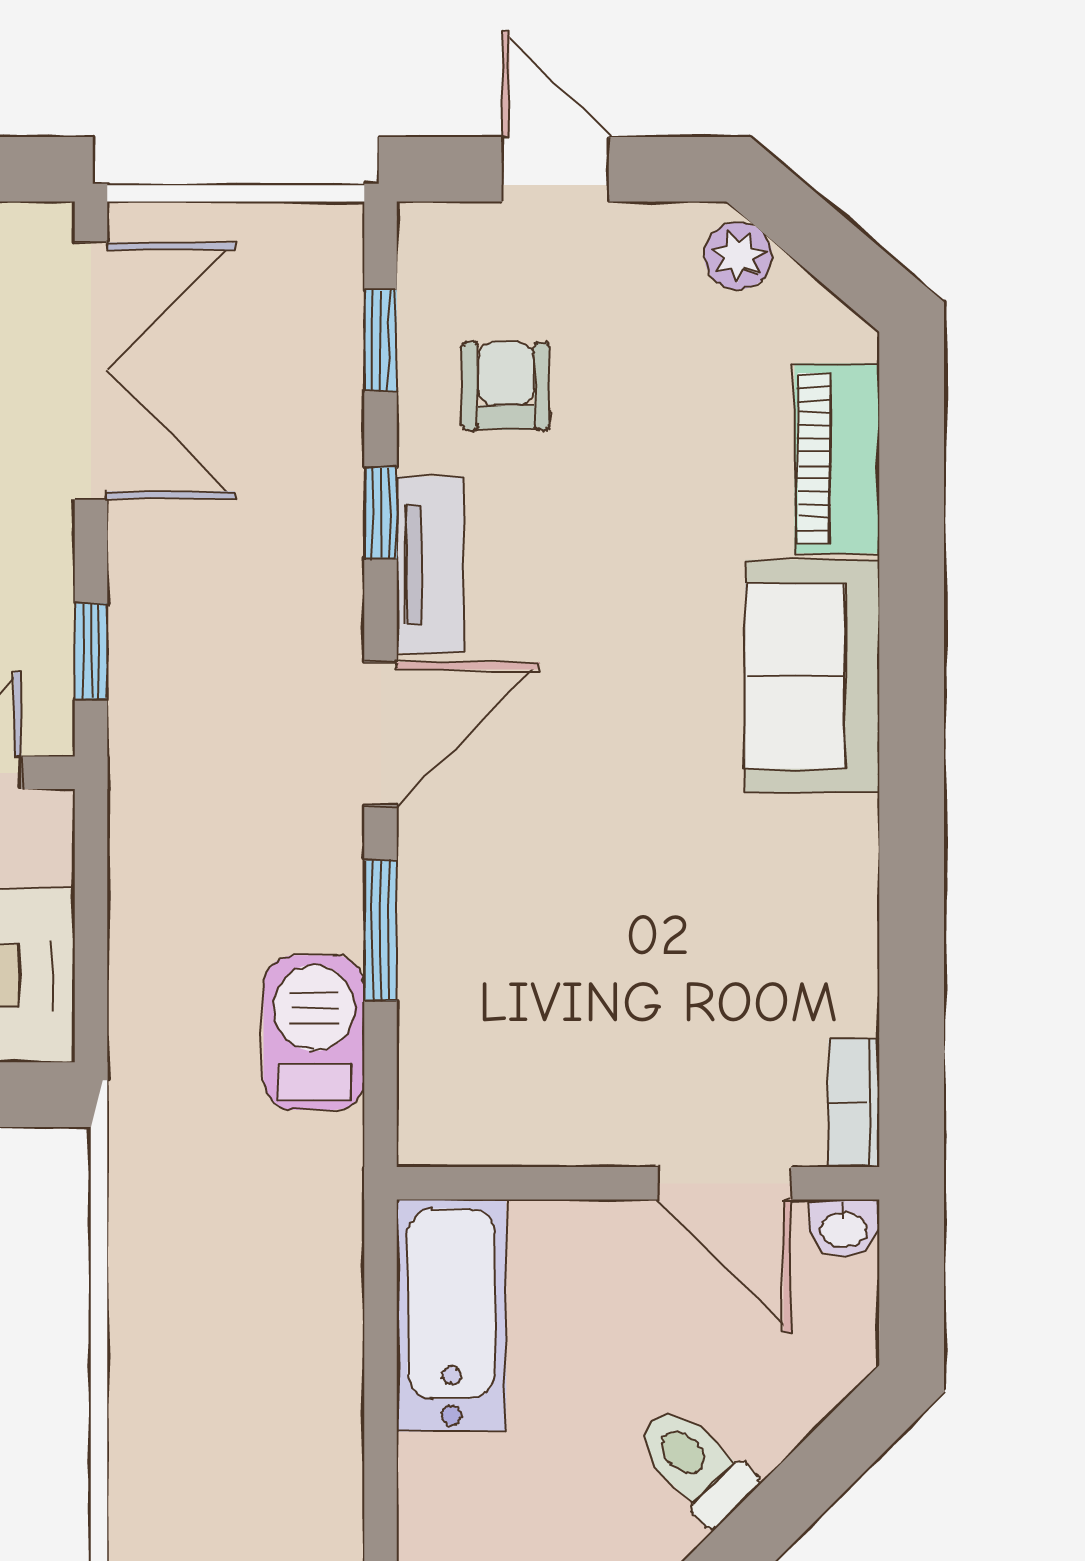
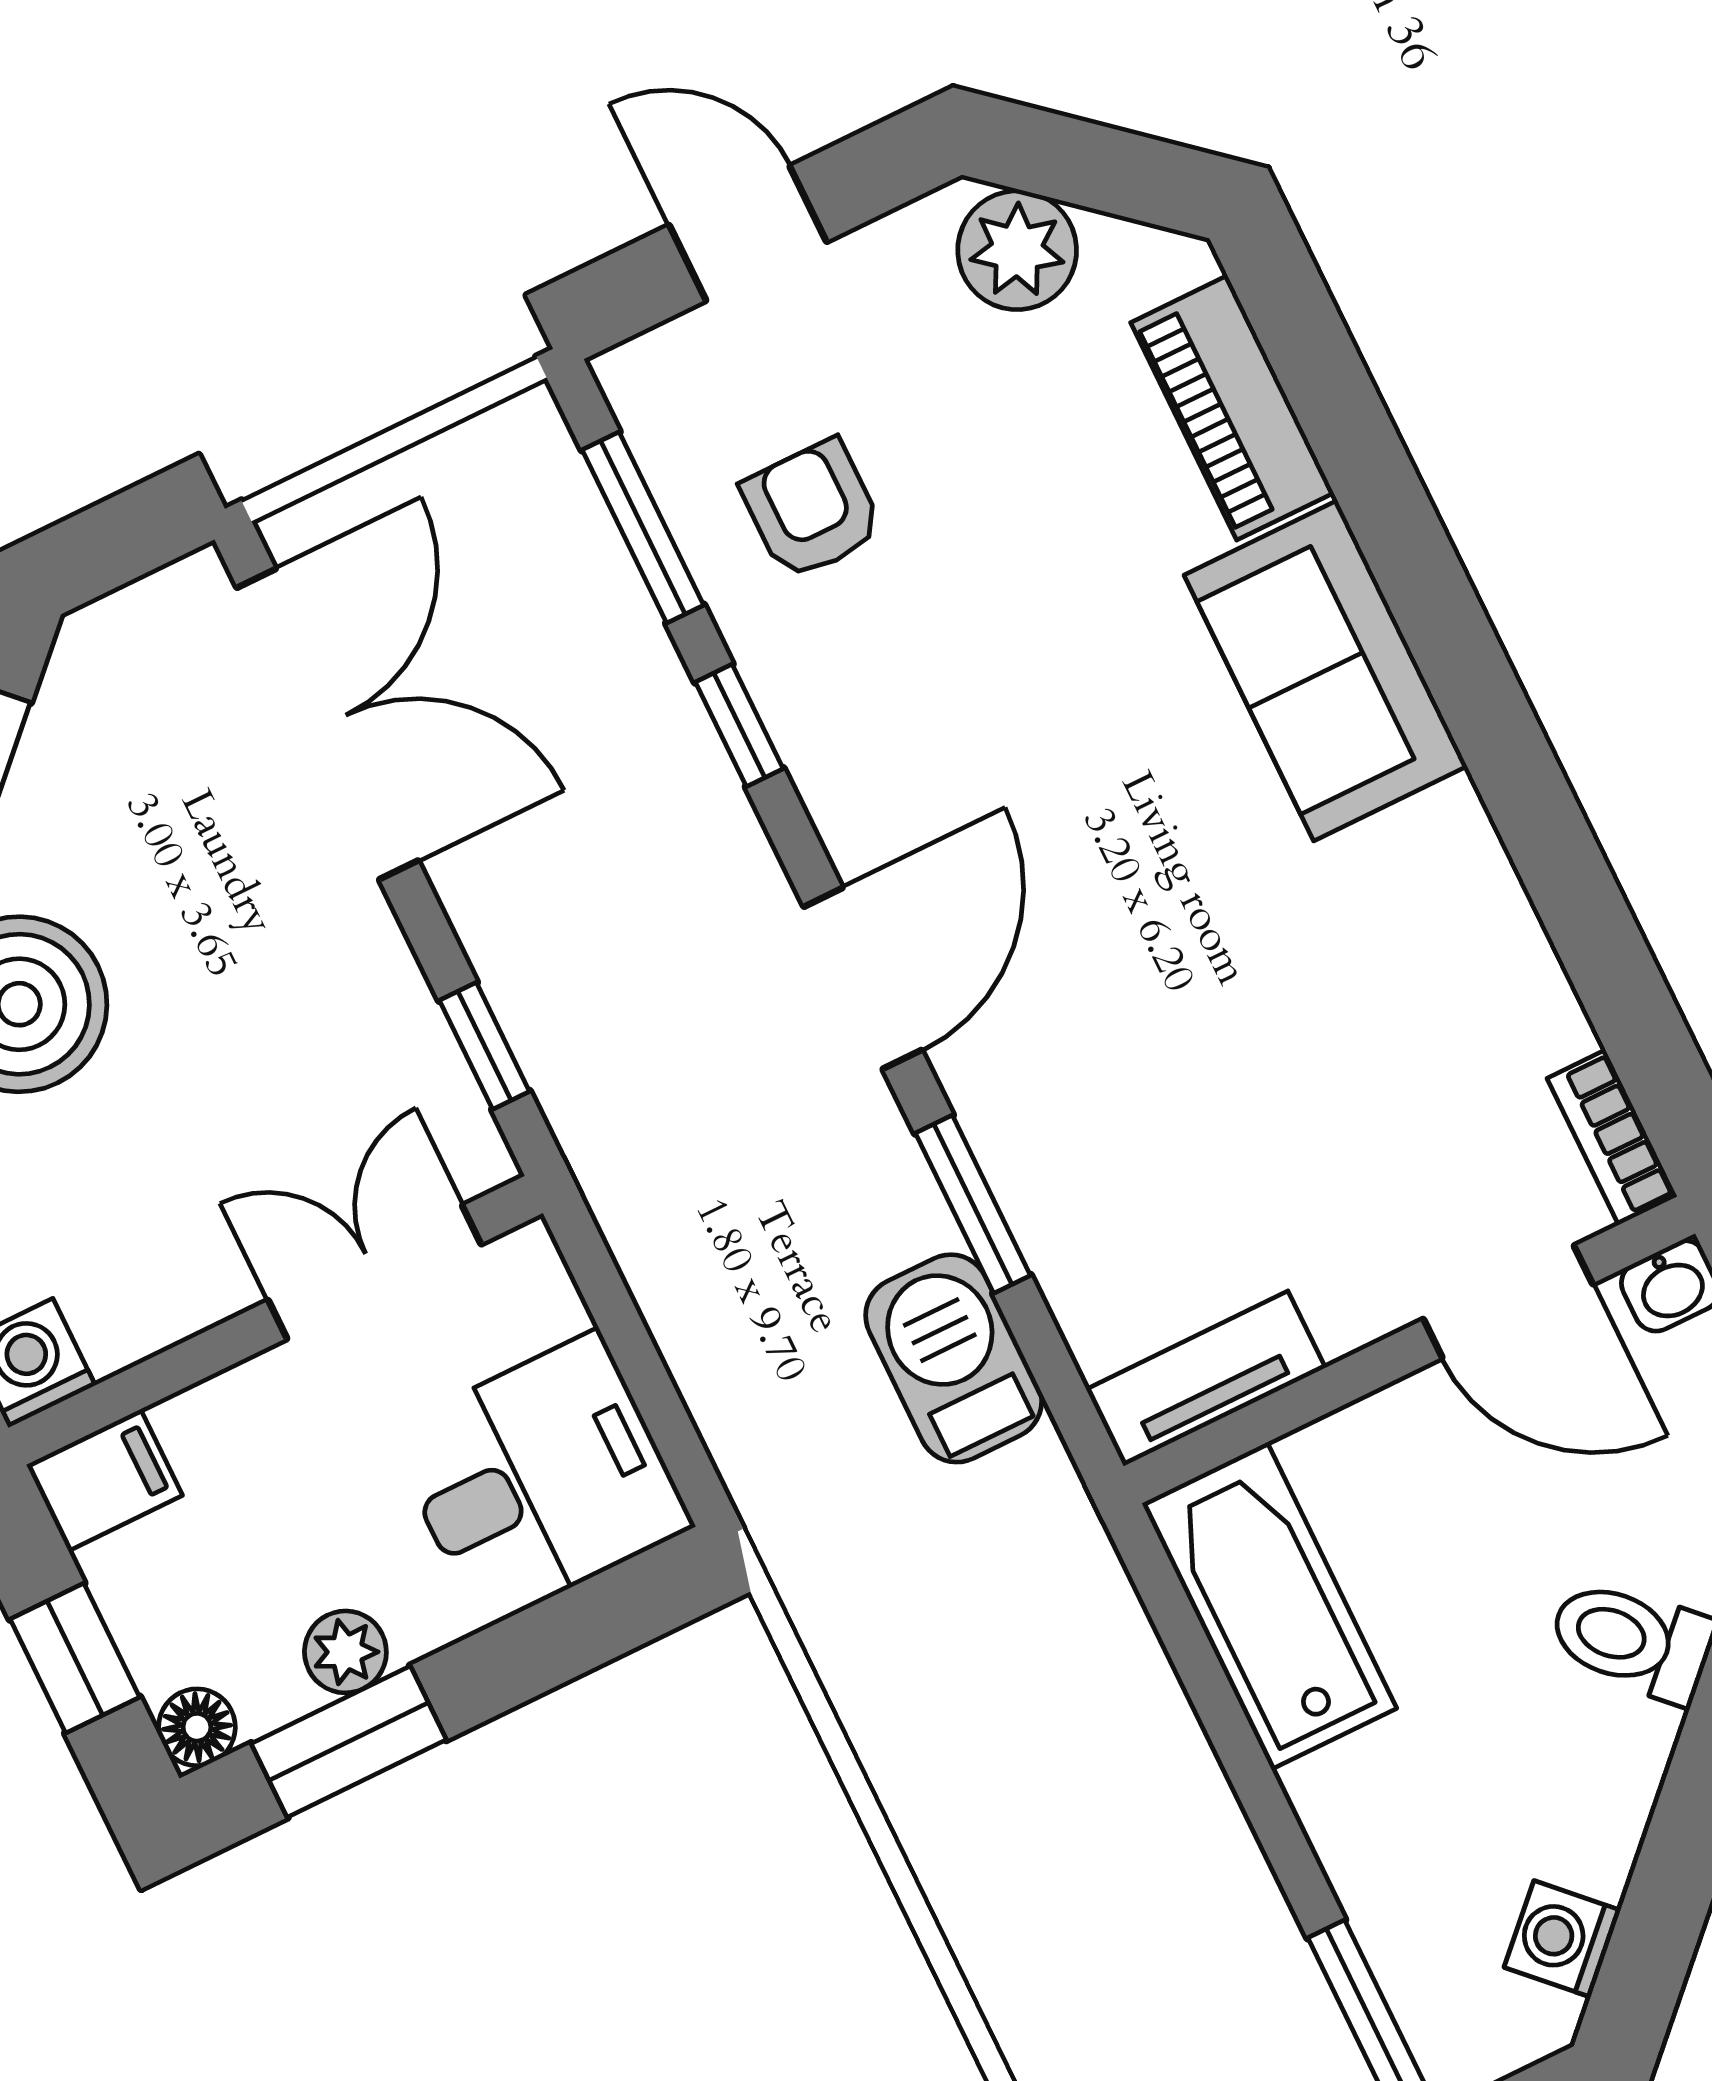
plant: (738, 256) -> (1017, 250), width x1.38, depth x1.38
window: (381, 340) -> (643, 528), width x1.50
tv unit: (430, 565) -> (1206, 1379), moved, turned -90

